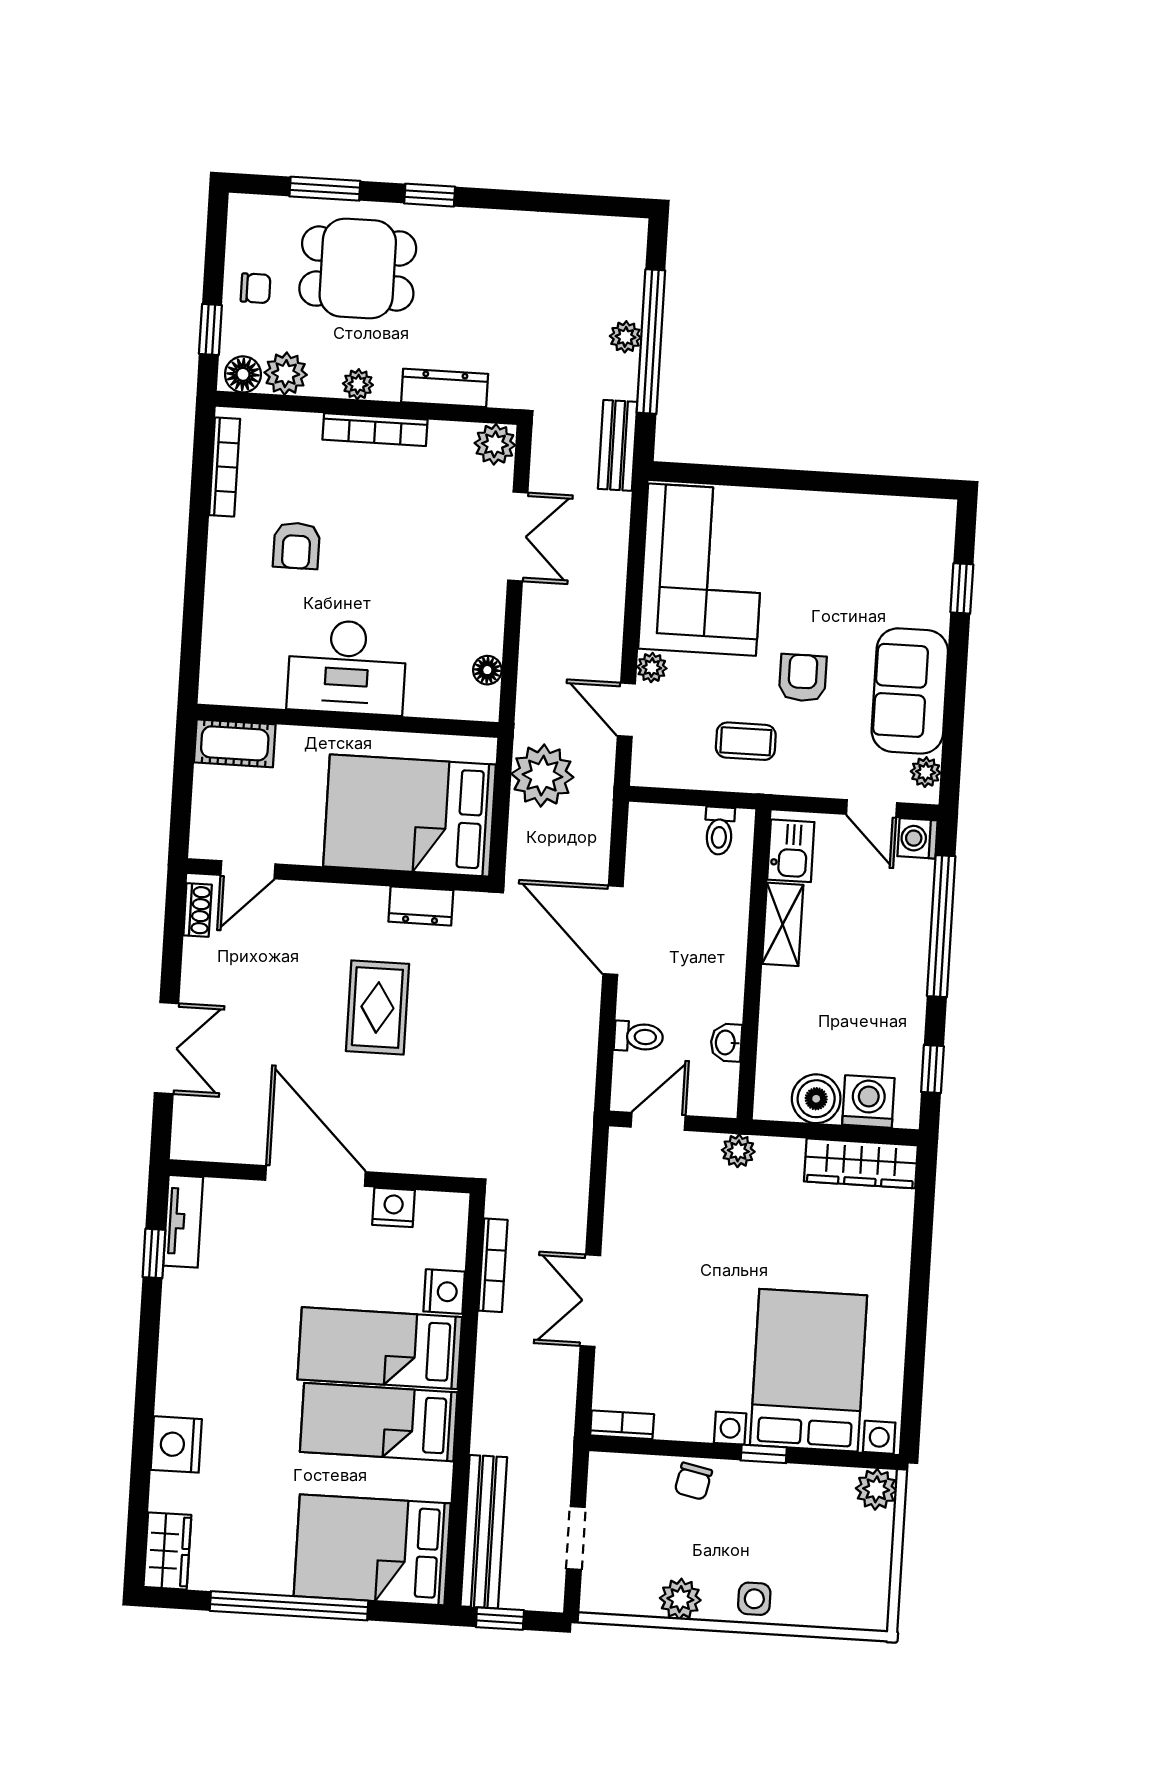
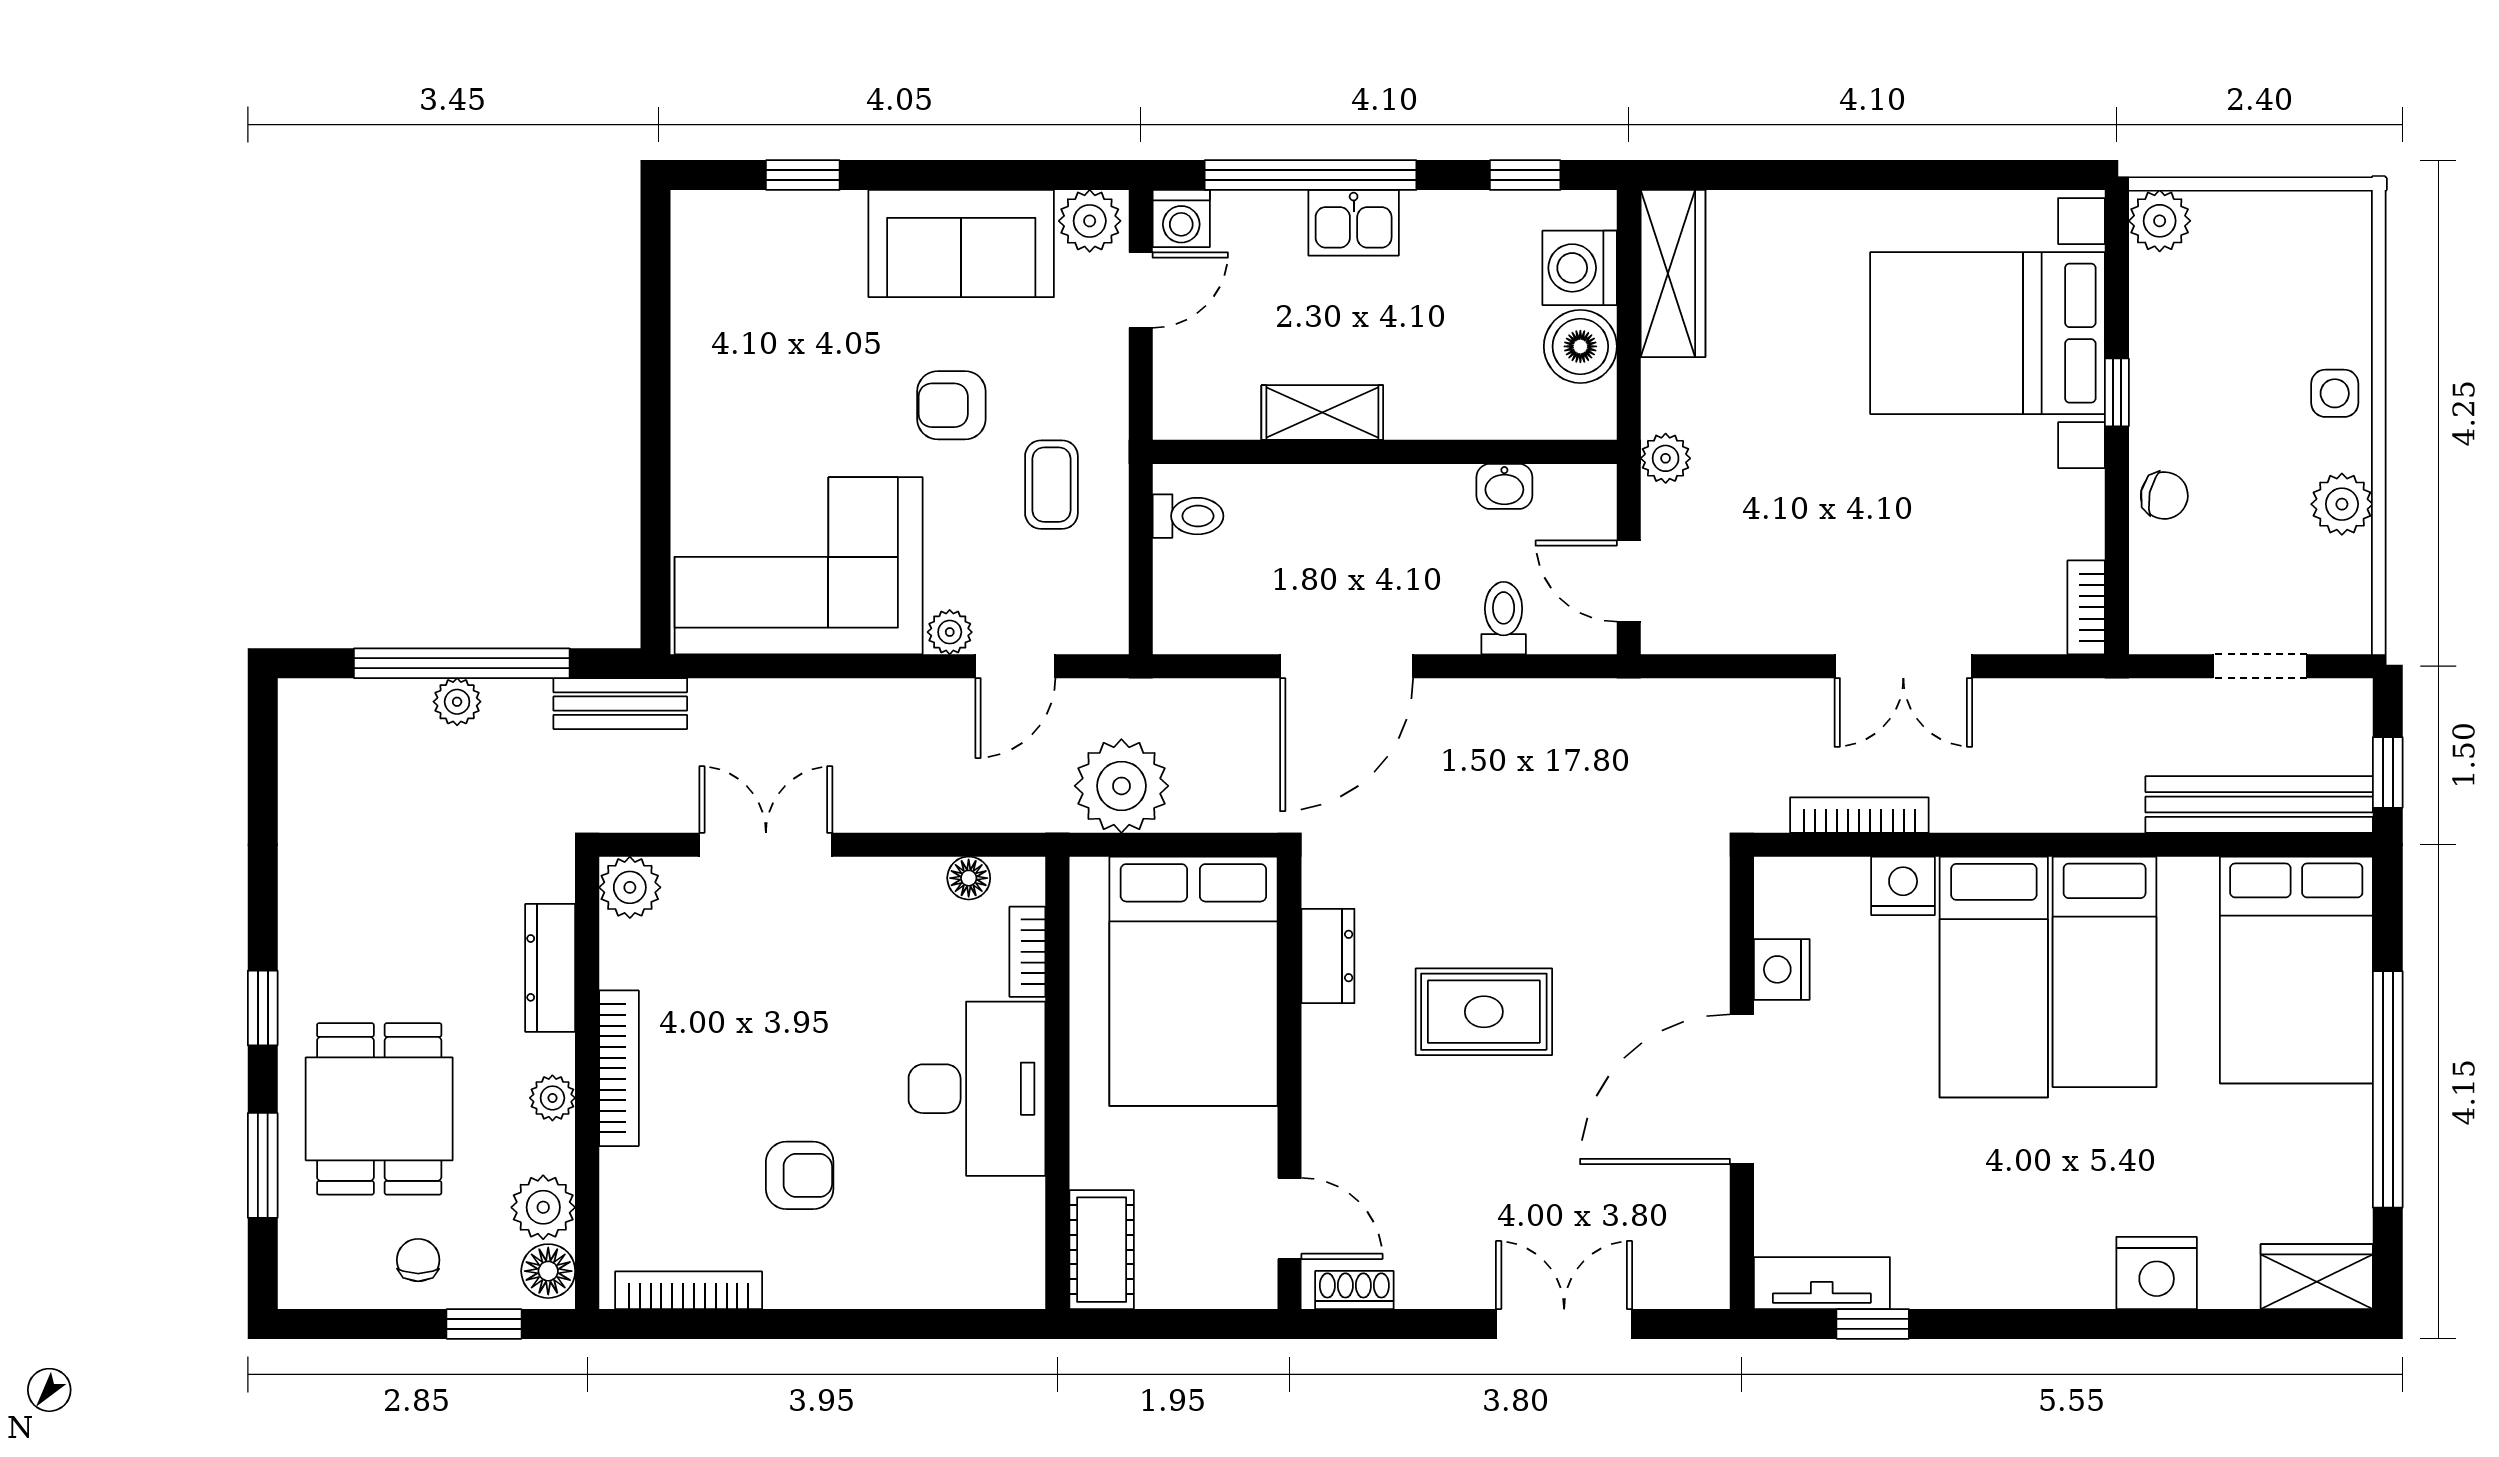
bookcase: (436, 706) -> (1027, 952), added
plant: (926, 772) -> (1090, 221), width x1.38, depth x1.38
kitchen sink: (791, 851) -> (1354, 223), moved, turned 180

